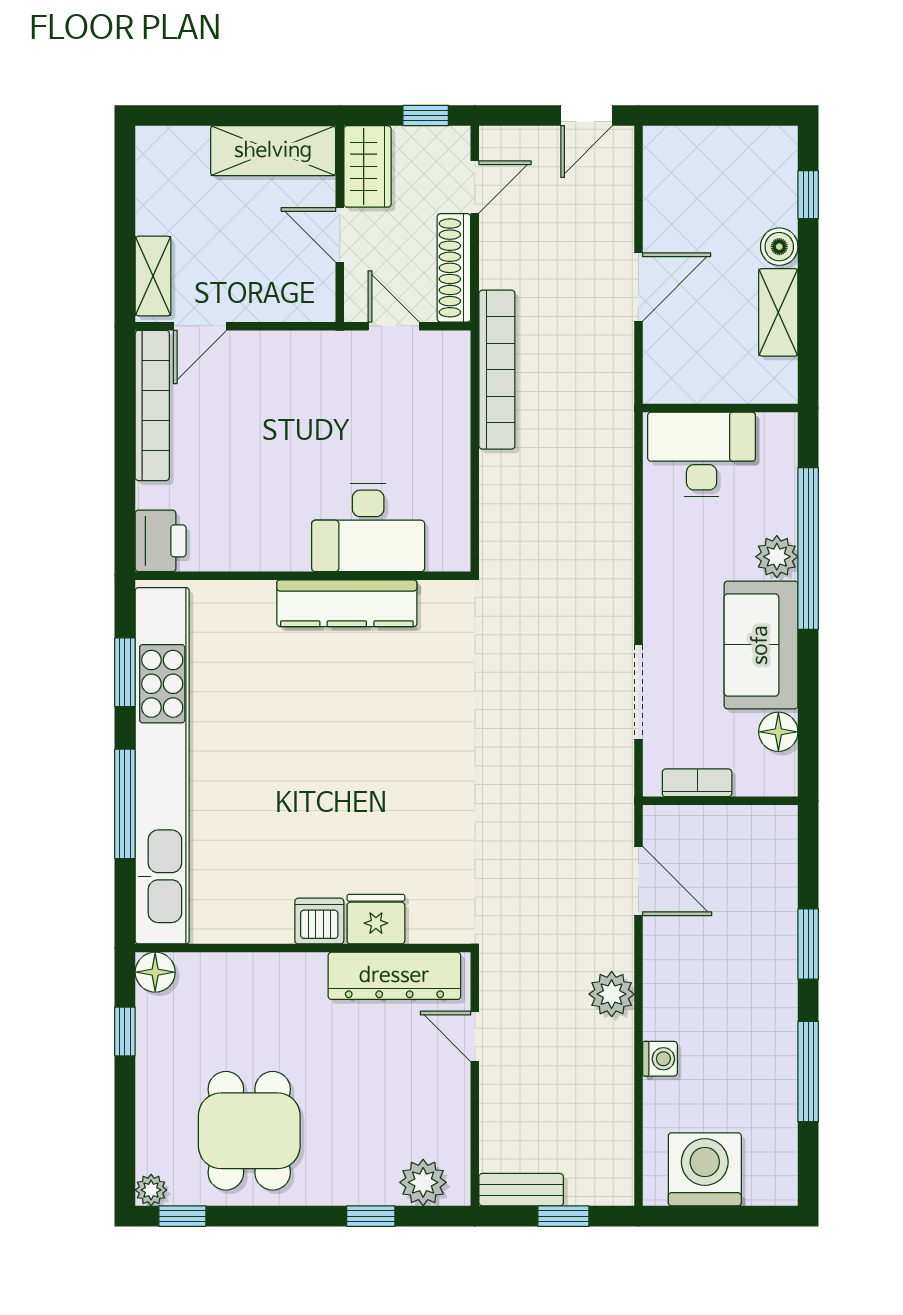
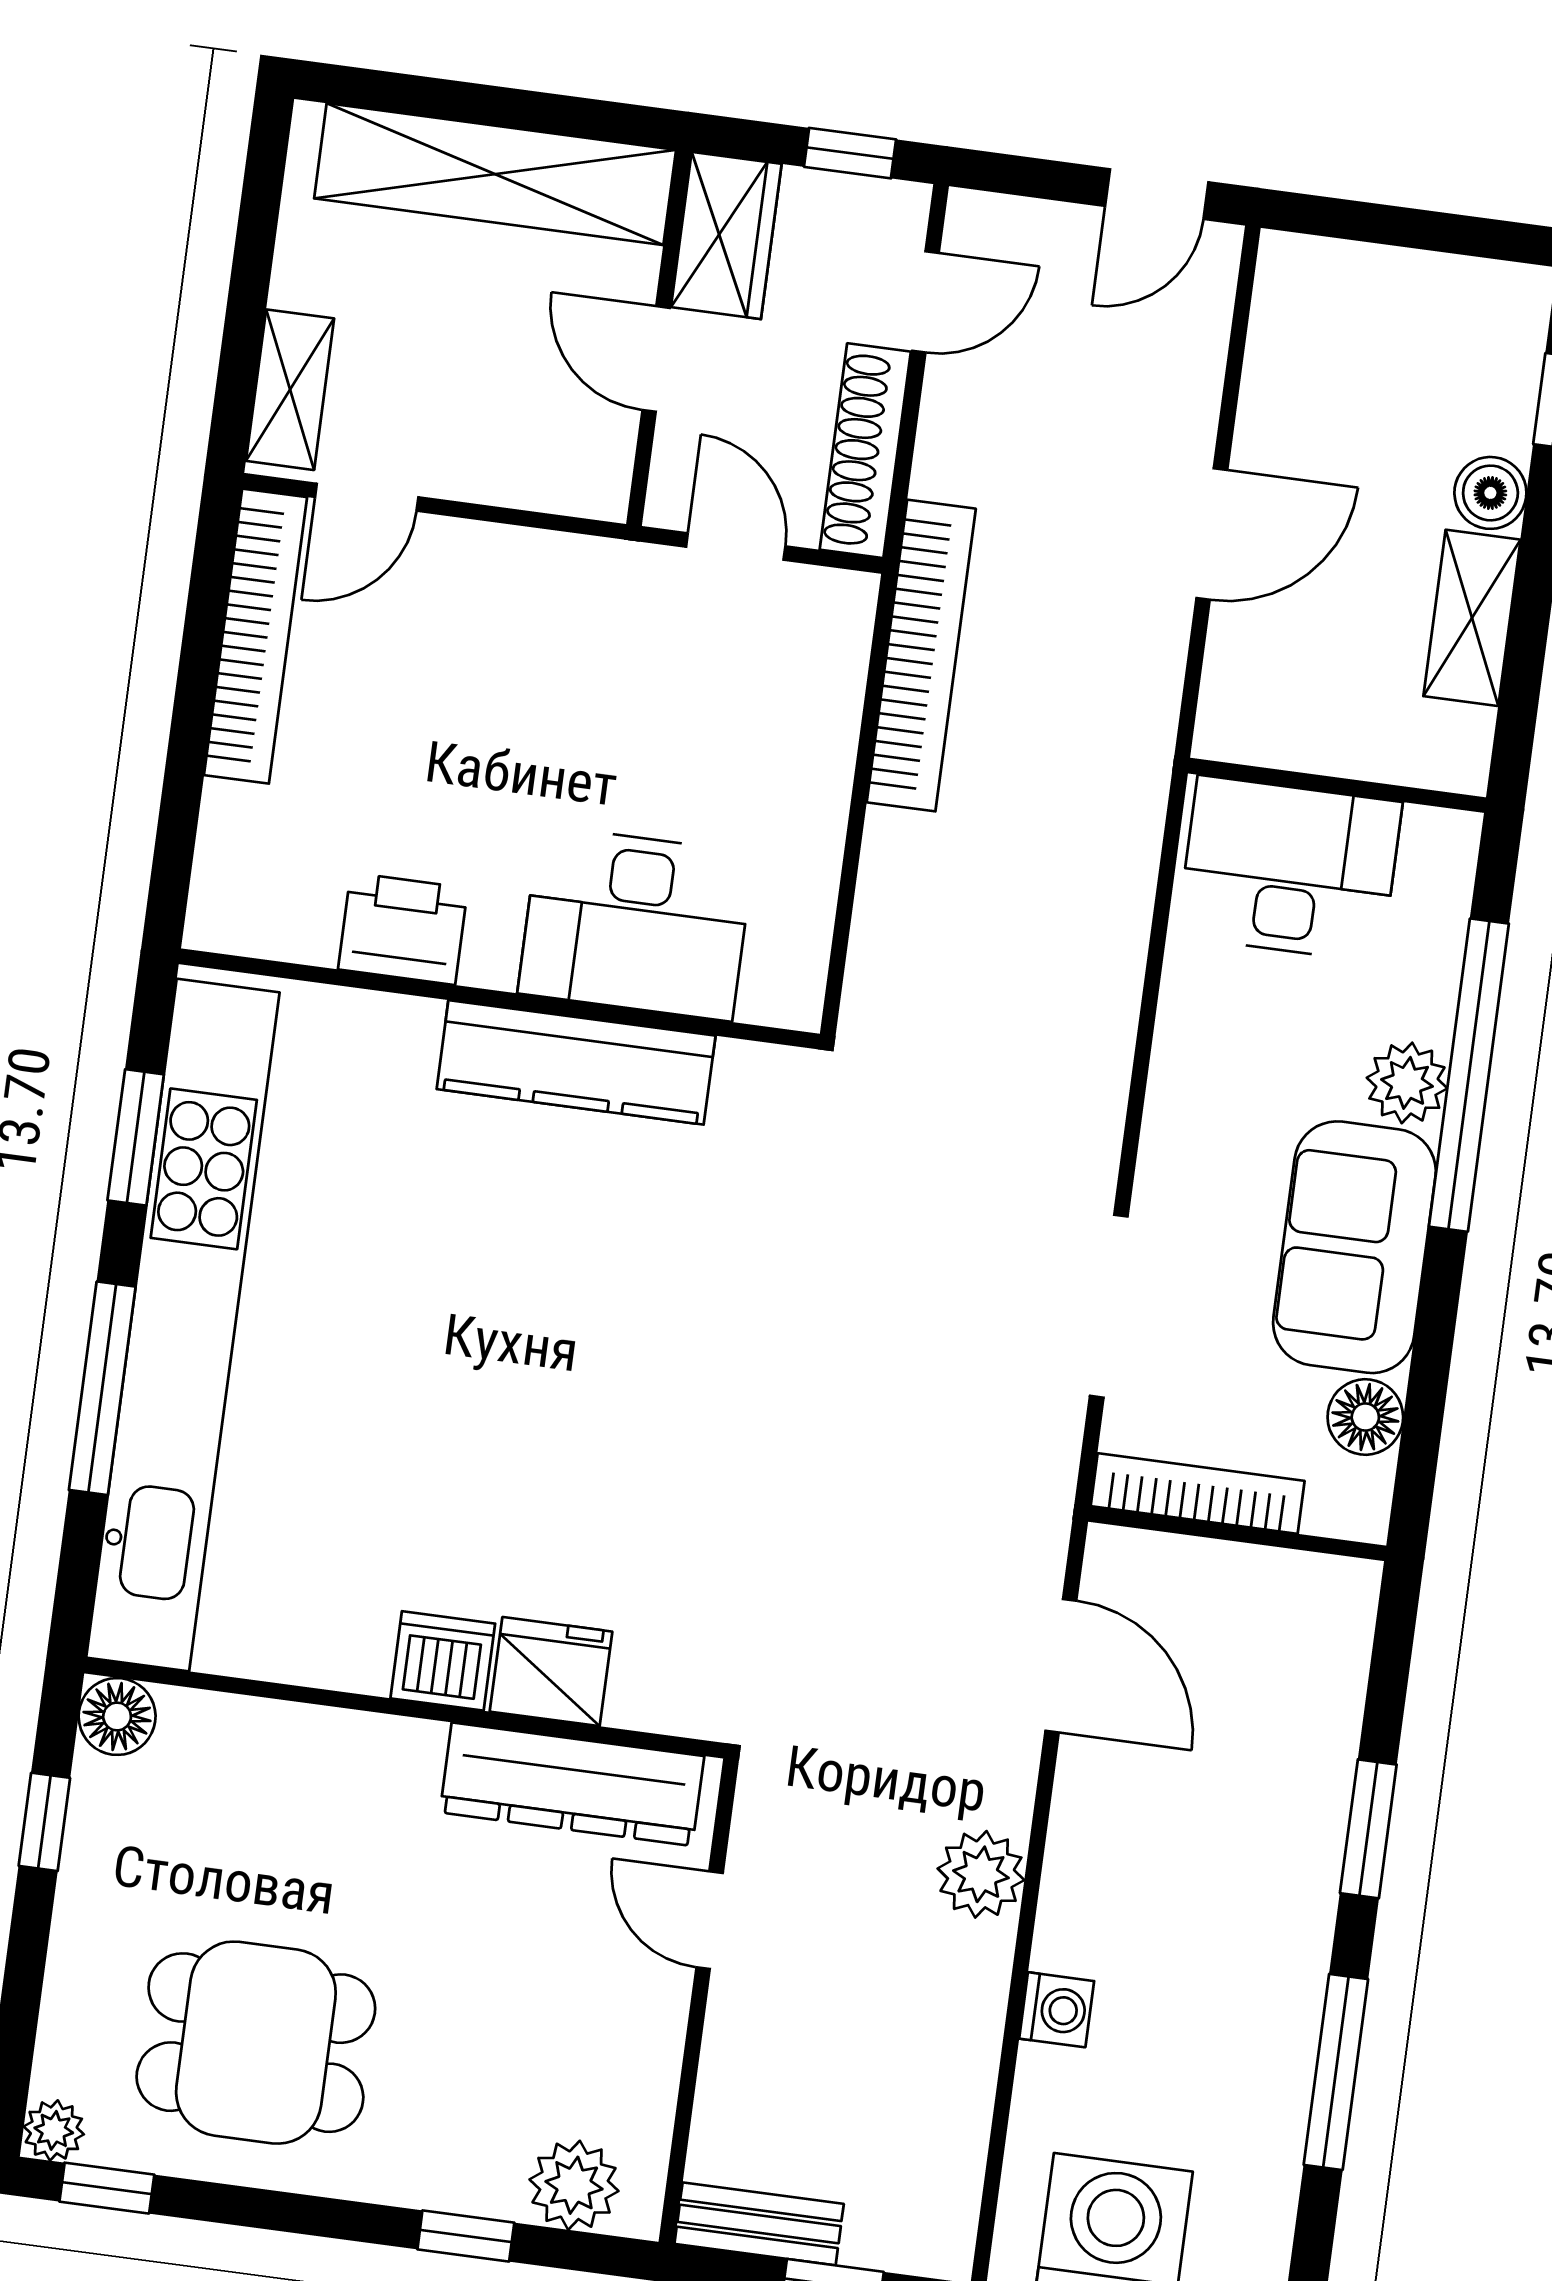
shelving: (273, 151) -> (495, 174), width x1.47
printer: (161, 541) -> (403, 929), moved, turned -90
bookcase: (697, 783) -> (1198, 1493), width x1.56
dining table: (249, 1131) -> (256, 2043), turned 90

